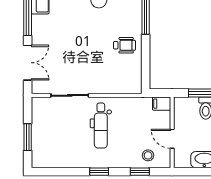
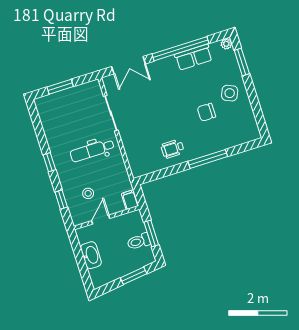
wheelchair: (124, 45) -> (173, 149), turned 90
stool: (148, 155) -> (88, 193), moved

